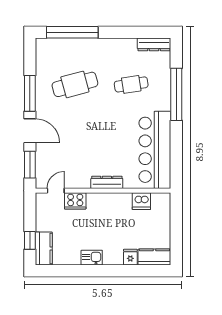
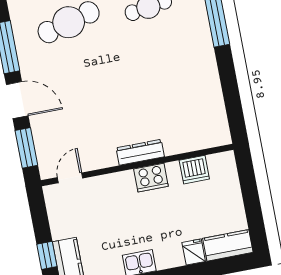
bar counter: (155, 150) -> (200, 93), removed
cooker: (75, 201) -> (151, 178), moved

